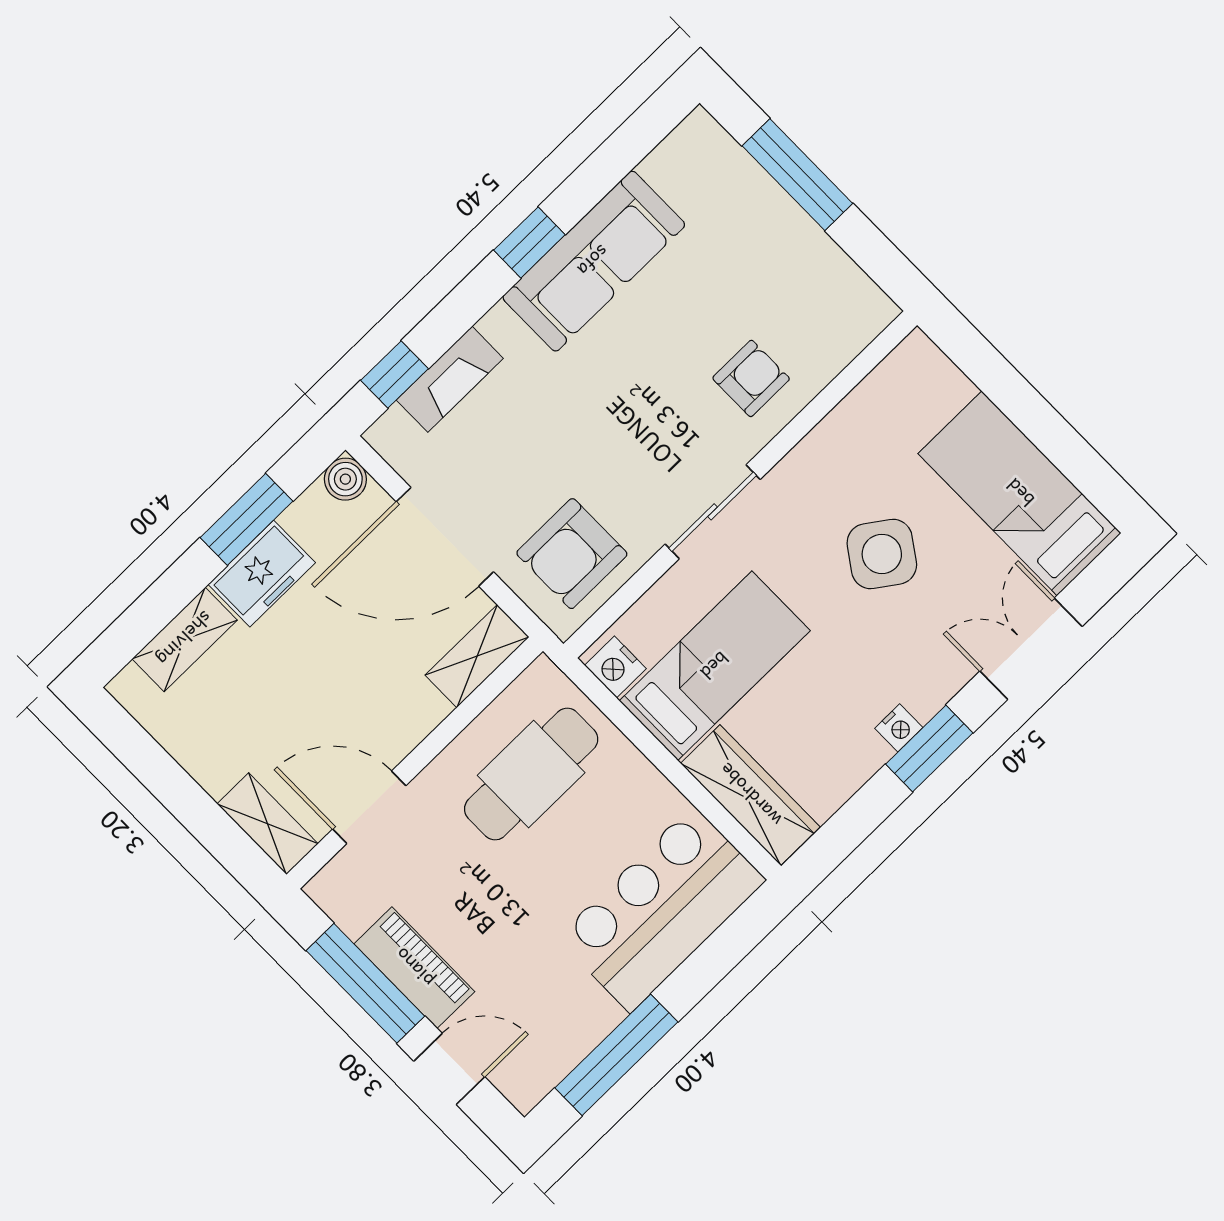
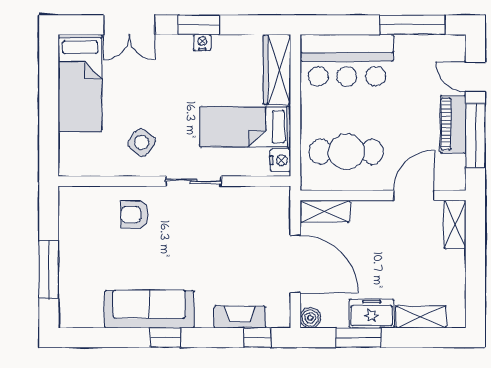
armchair: (572, 554) -> (257, 215), removed
side table: (882, 554) -> (142, 143), moved, width x0.73, depth x0.73
door: (369, 807) -> (414, 195), swing flipped

